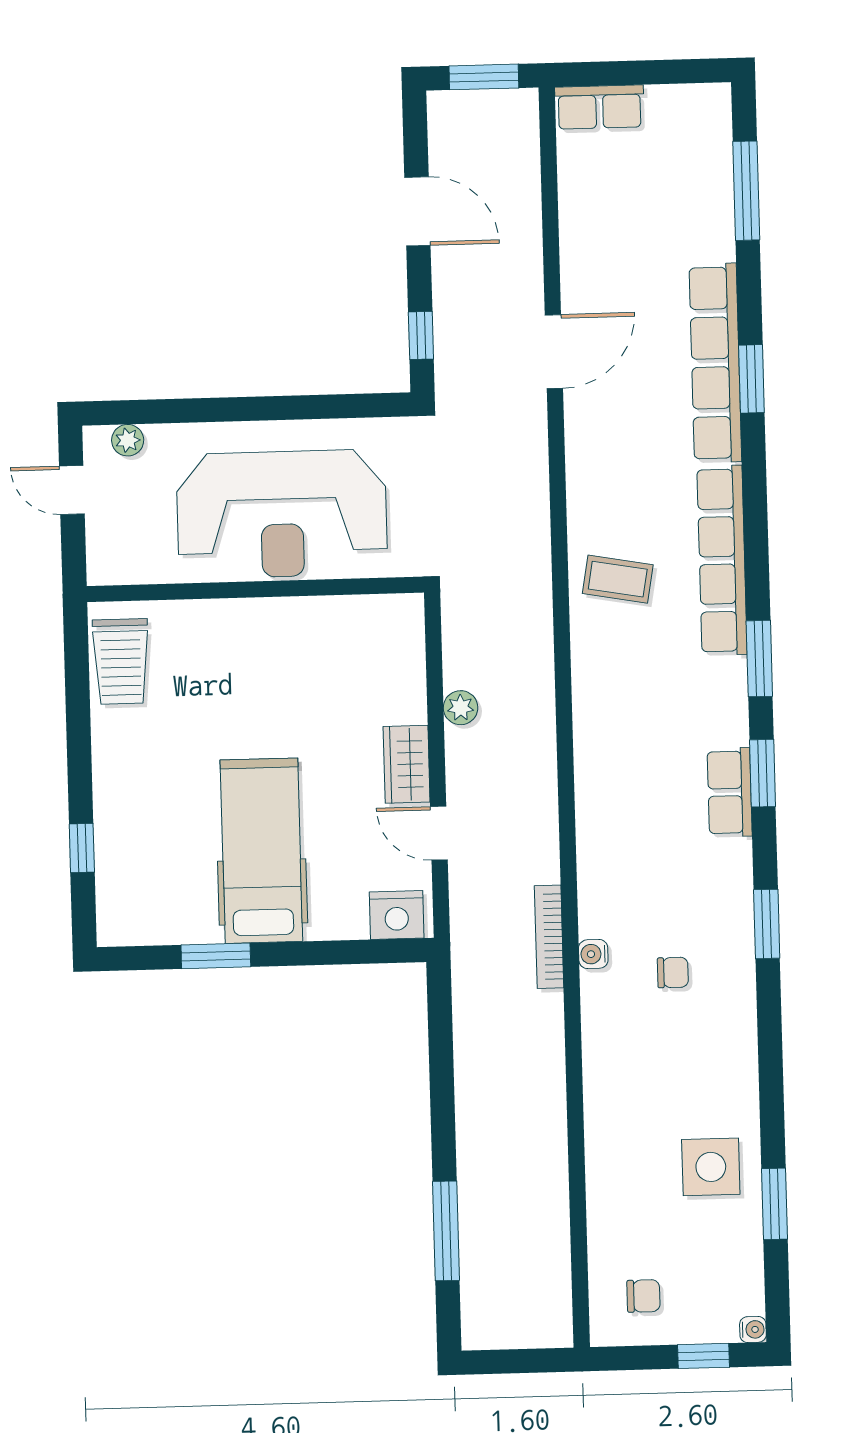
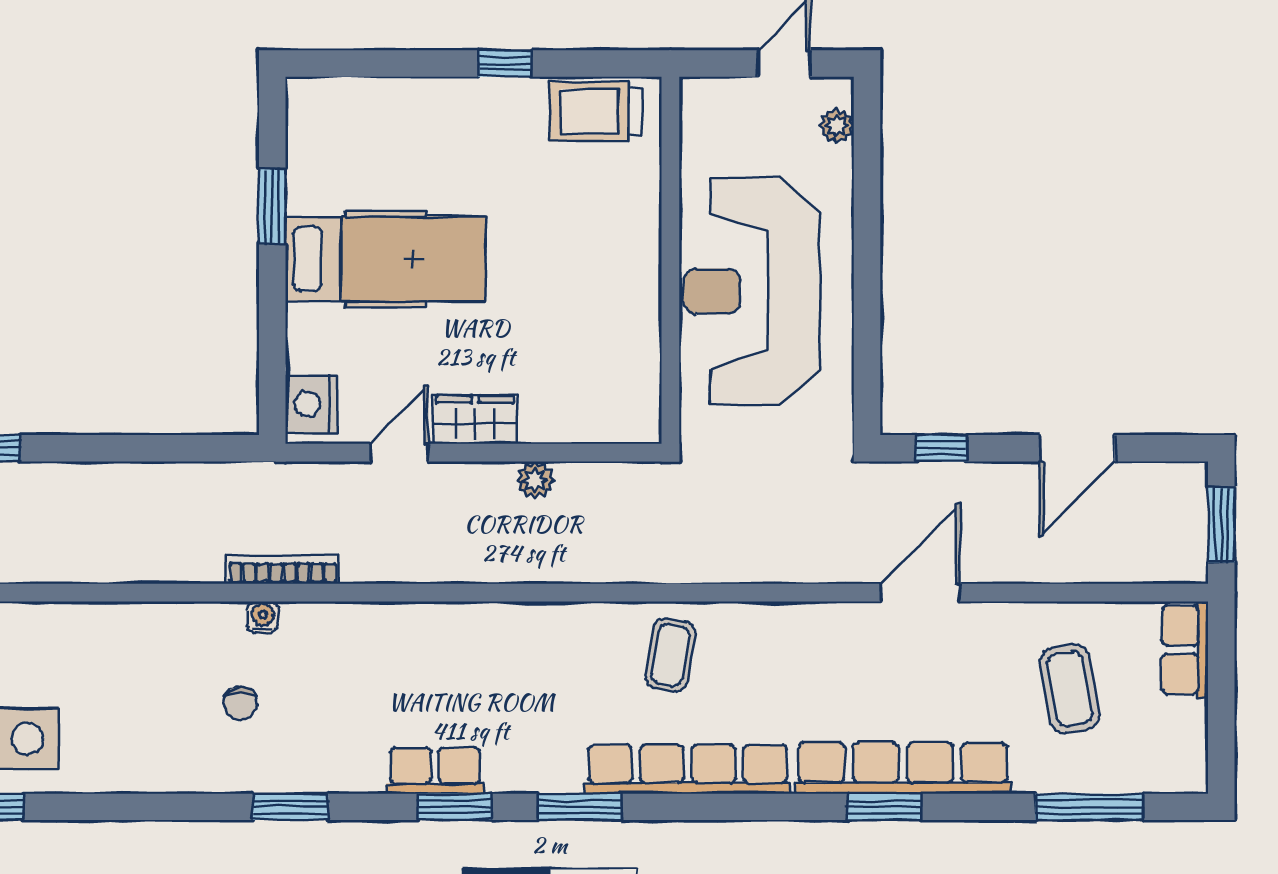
coffee table: (638, 212) -> (1070, 689), added
door: (554, 352) -> (920, 593), swing flipped
window: (82, 848) -> (505, 63), moved

